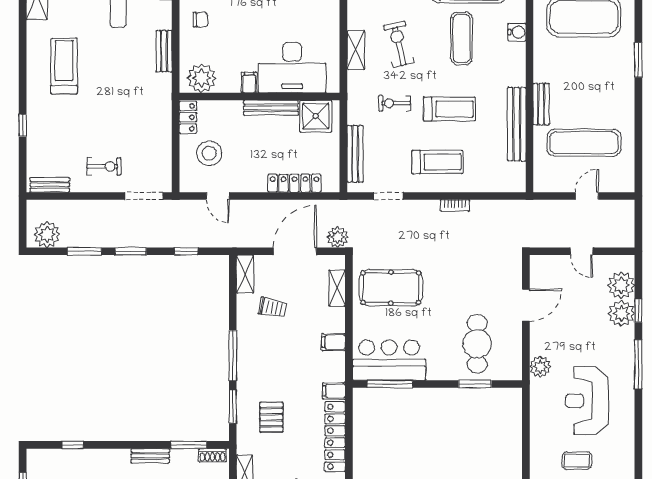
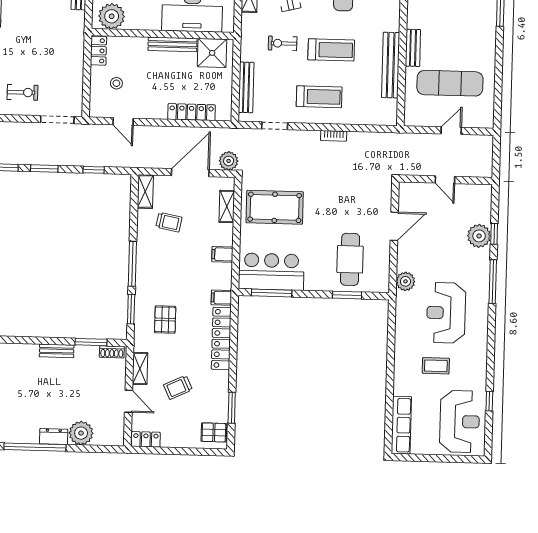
filing cabinet: (249, 82) -> (154, 21), removed
stool: (209, 153) -> (116, 83), width x0.53, depth x0.53
plant: (621, 285) -> (479, 211), removed

